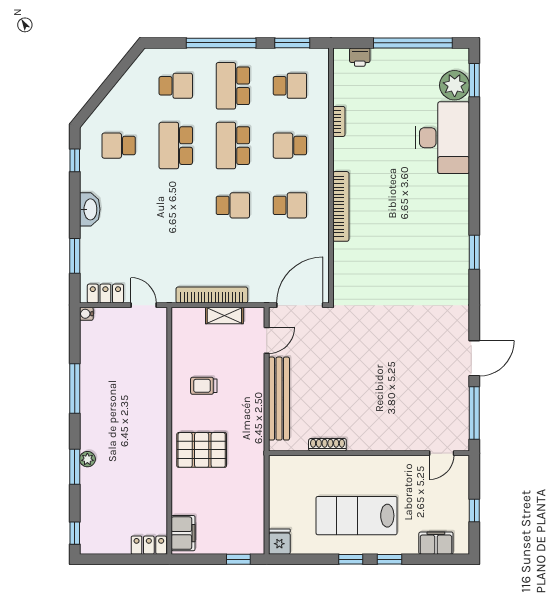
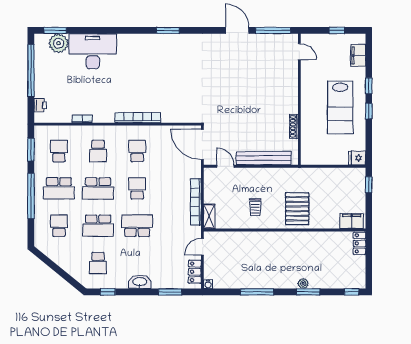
school desk: (176, 205) -> (137, 226), added
shelving: (224, 315) -> (209, 216), moved

